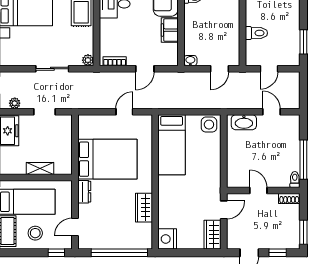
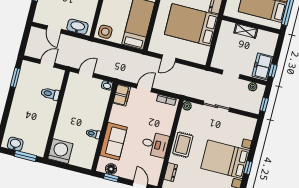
filing cabinet: (170, 30) -> (122, 95), moved

